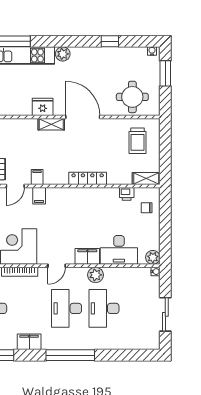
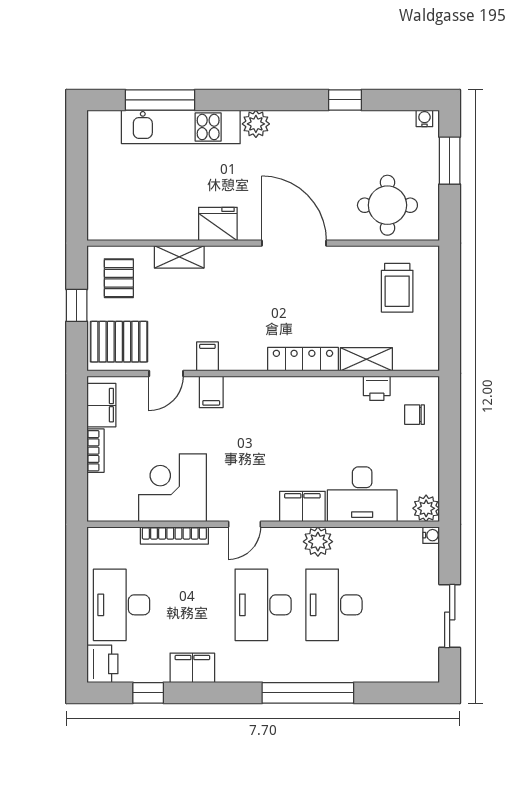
shelving: (51, 124) -> (179, 257), moved
shelving: (146, 178) -> (366, 359), moved
window: (70, 355) -> (308, 693), moved

